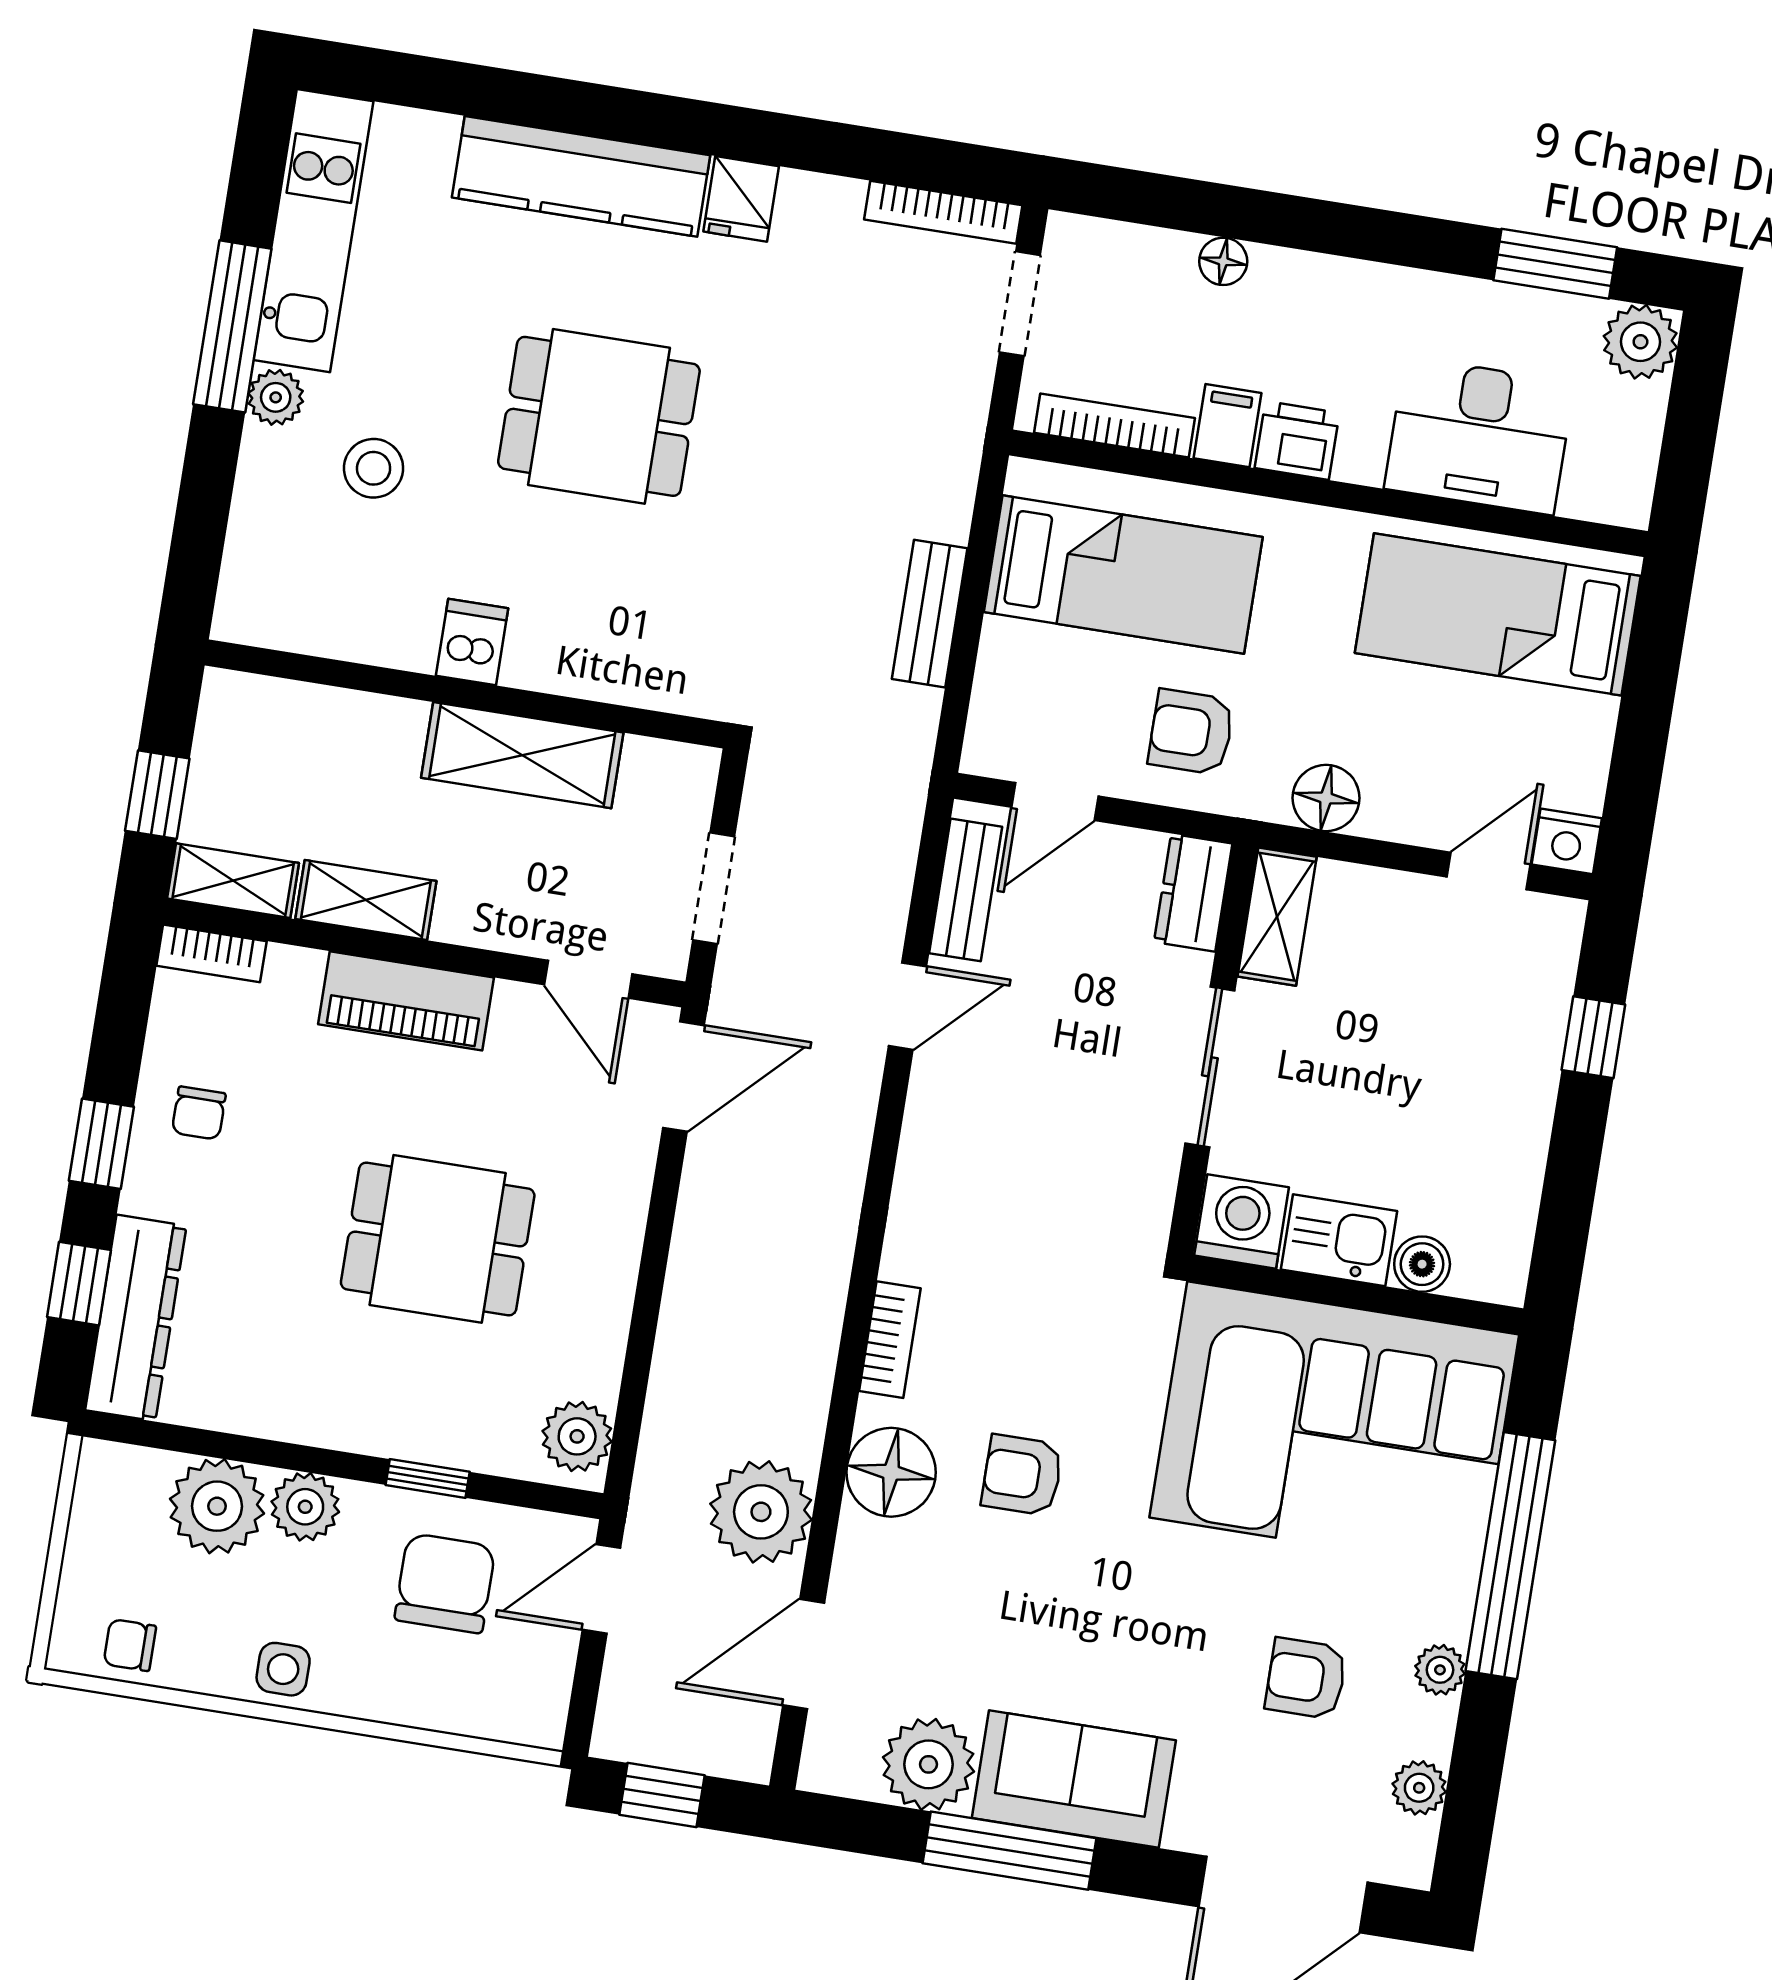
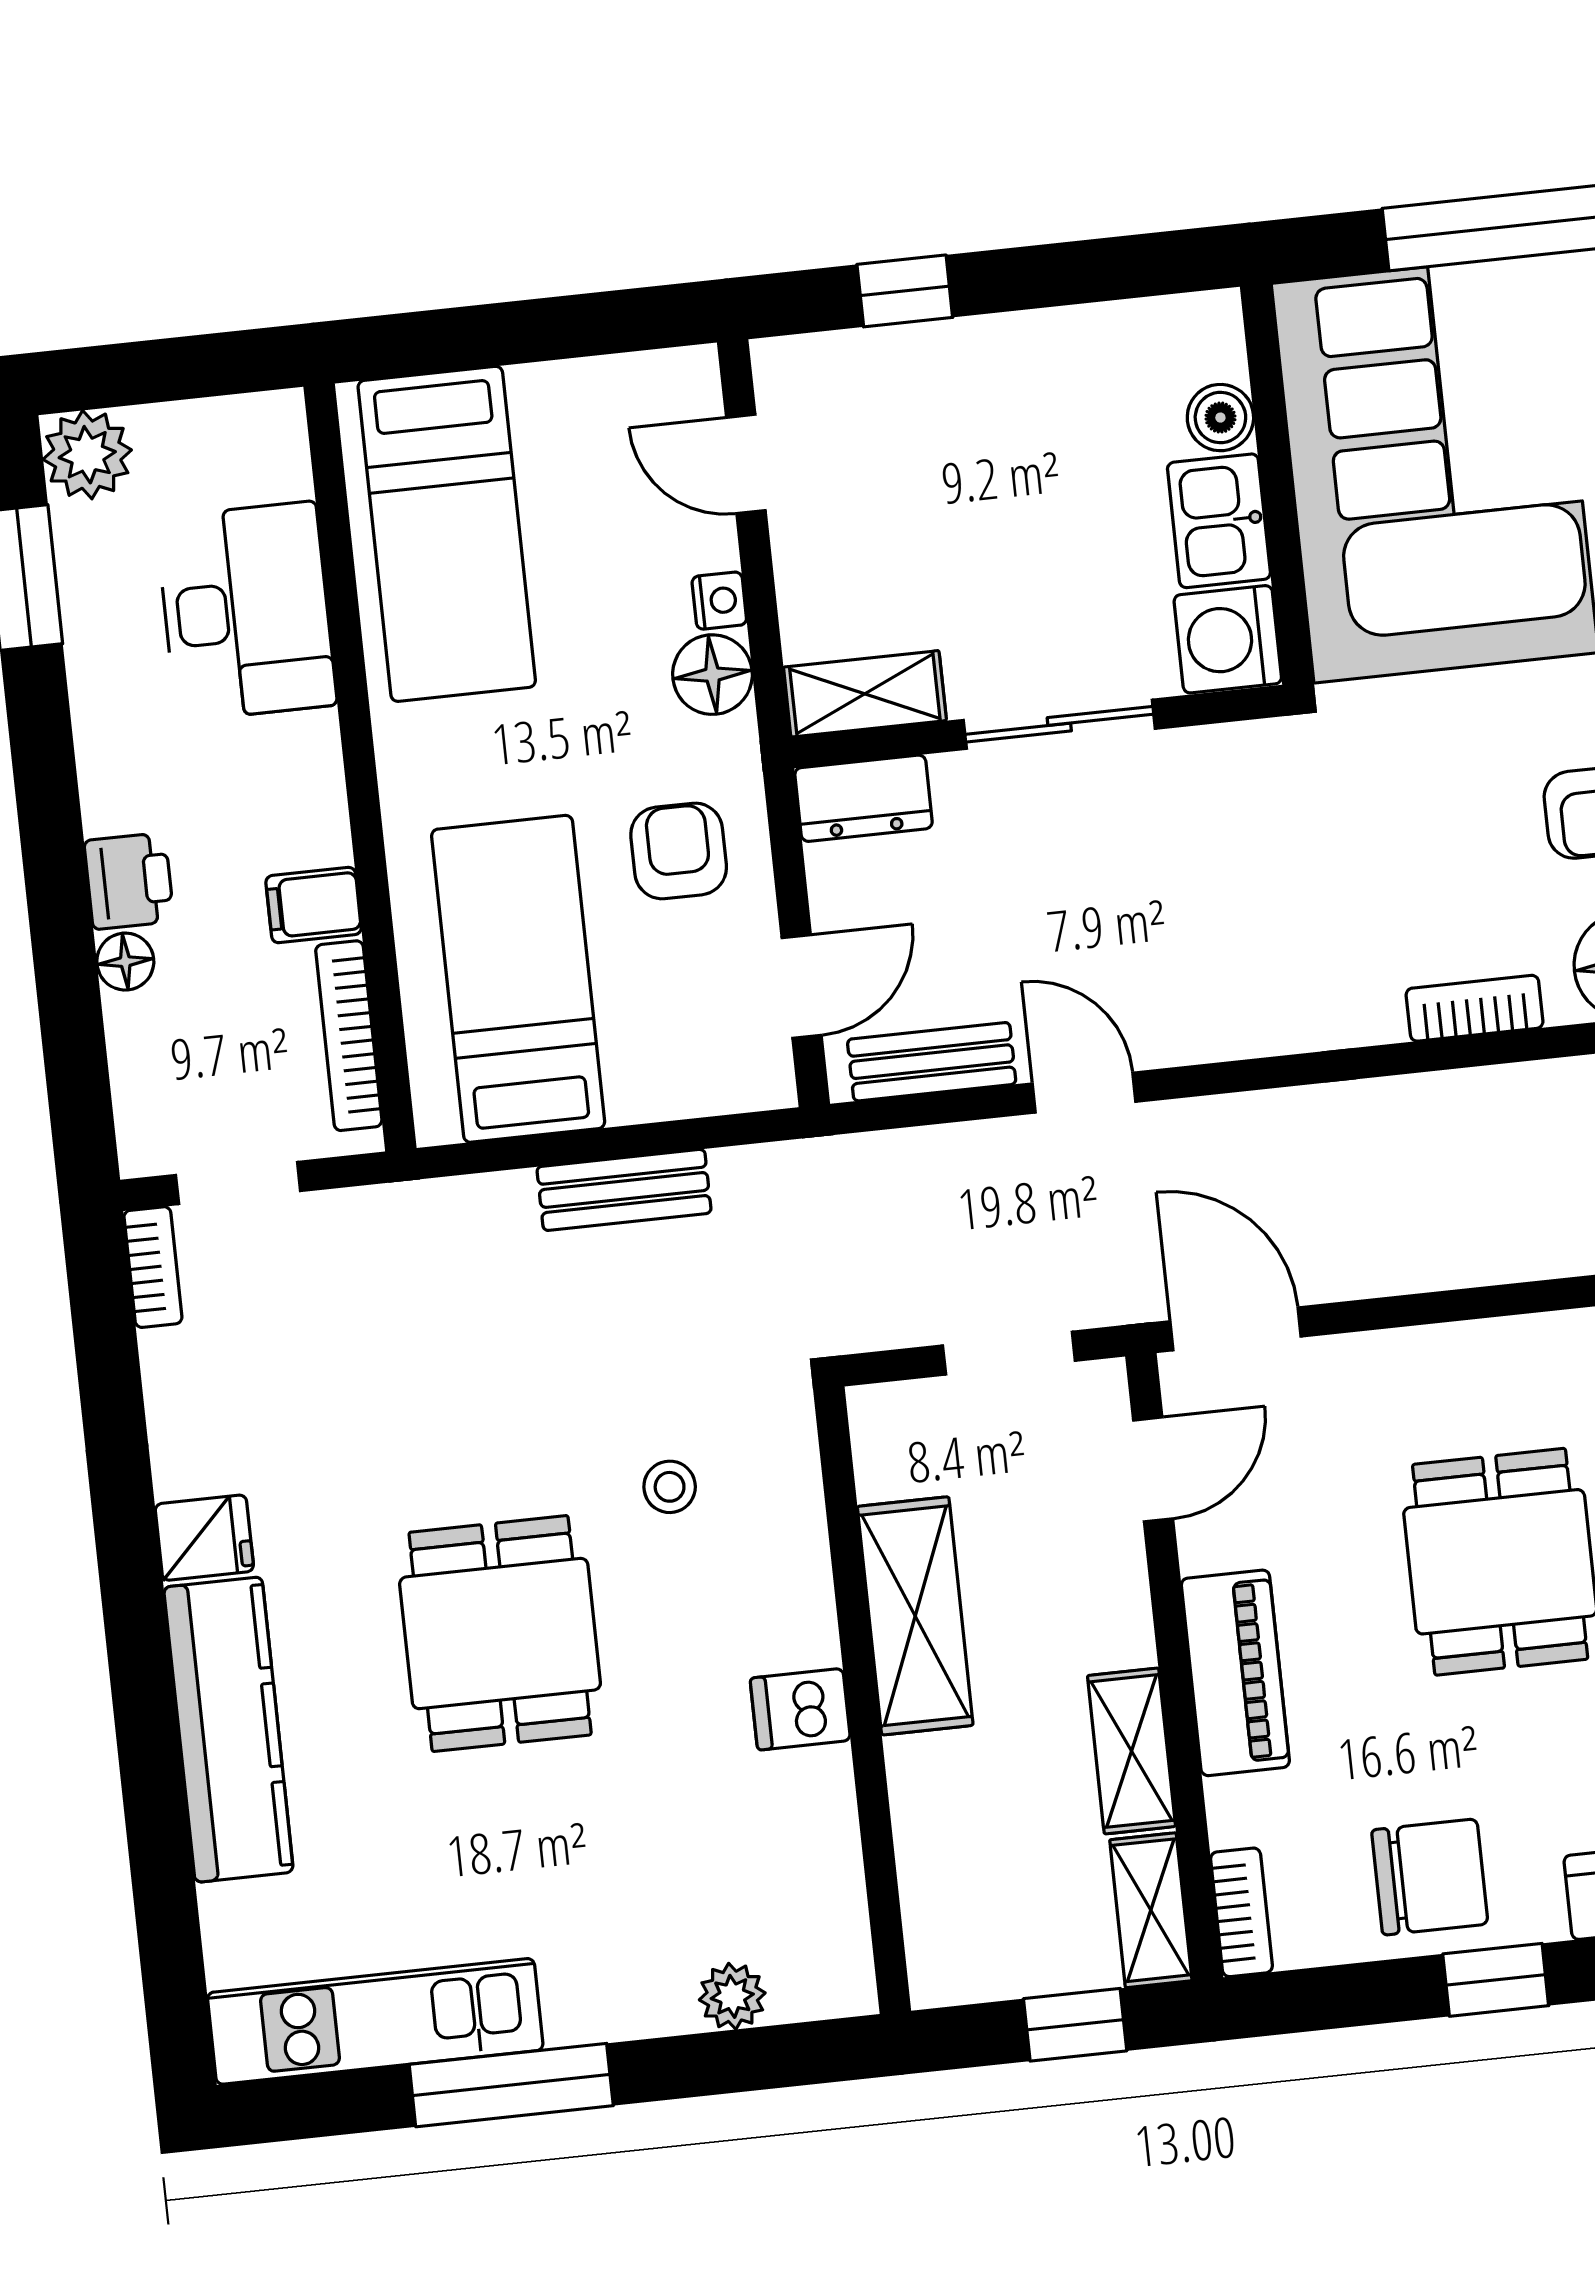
bookcase: (943, 212) -> (153, 1267), width x0.64
plant: (276, 397) -> (732, 1996), moved
printer: (1297, 440) -> (129, 881), moved, turned 180
stool: (374, 468) -> (670, 1487), moved, width x0.73, depth x0.73
armchair: (1191, 732) -> (679, 851), turned 180
door: (1055, 802) -> (802, 986), hinge flipped
nightstand: (1567, 841) -> (719, 601), moved, width x0.72, depth x0.74
chair: (199, 1113) -> (1430, 1877), width x1.87, depth x1.87

